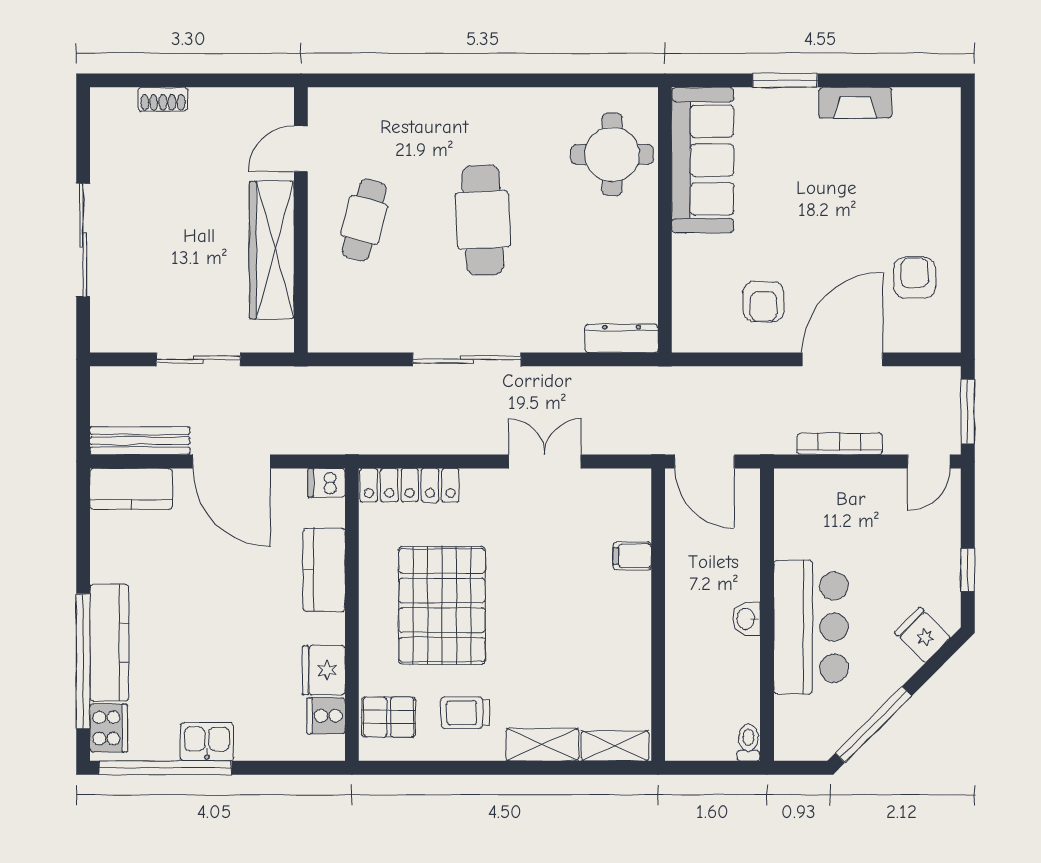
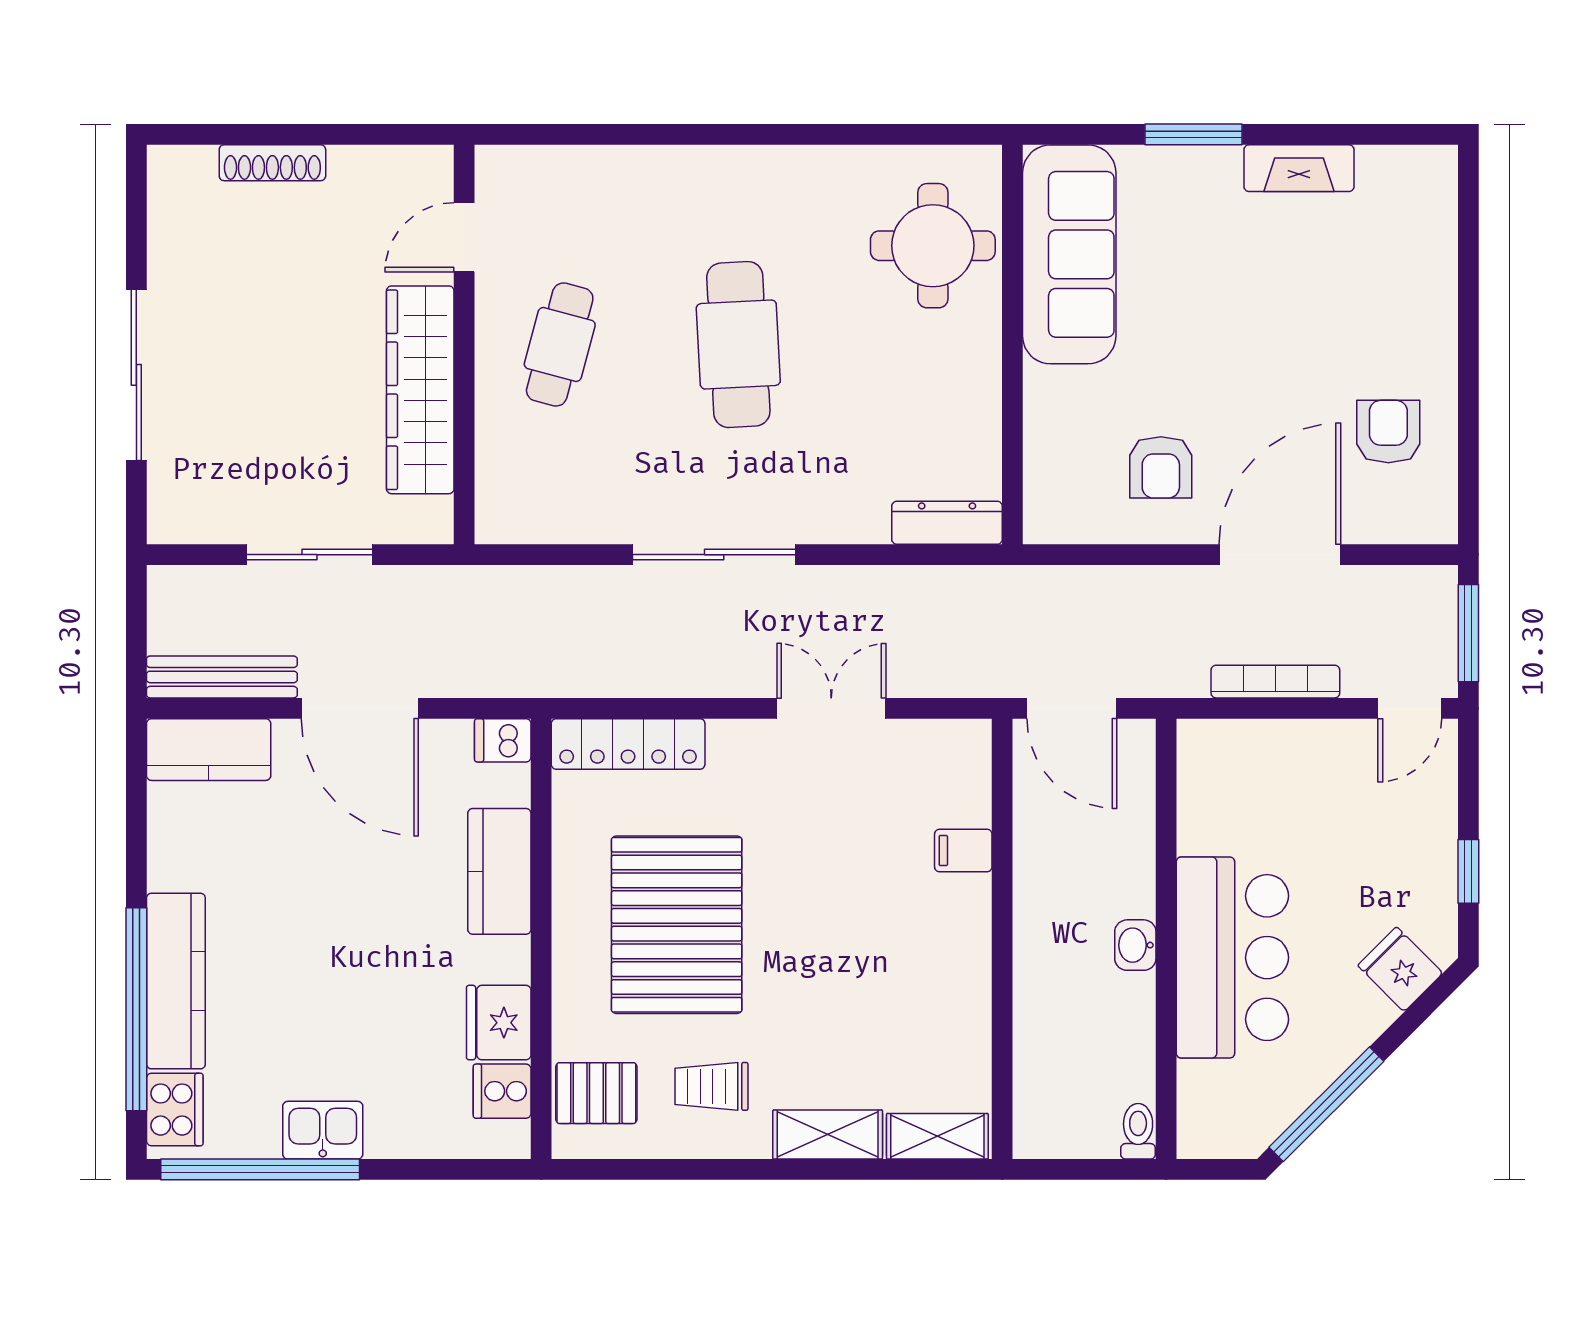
shoe rack: (163, 99) -> (272, 163), width x1.43

